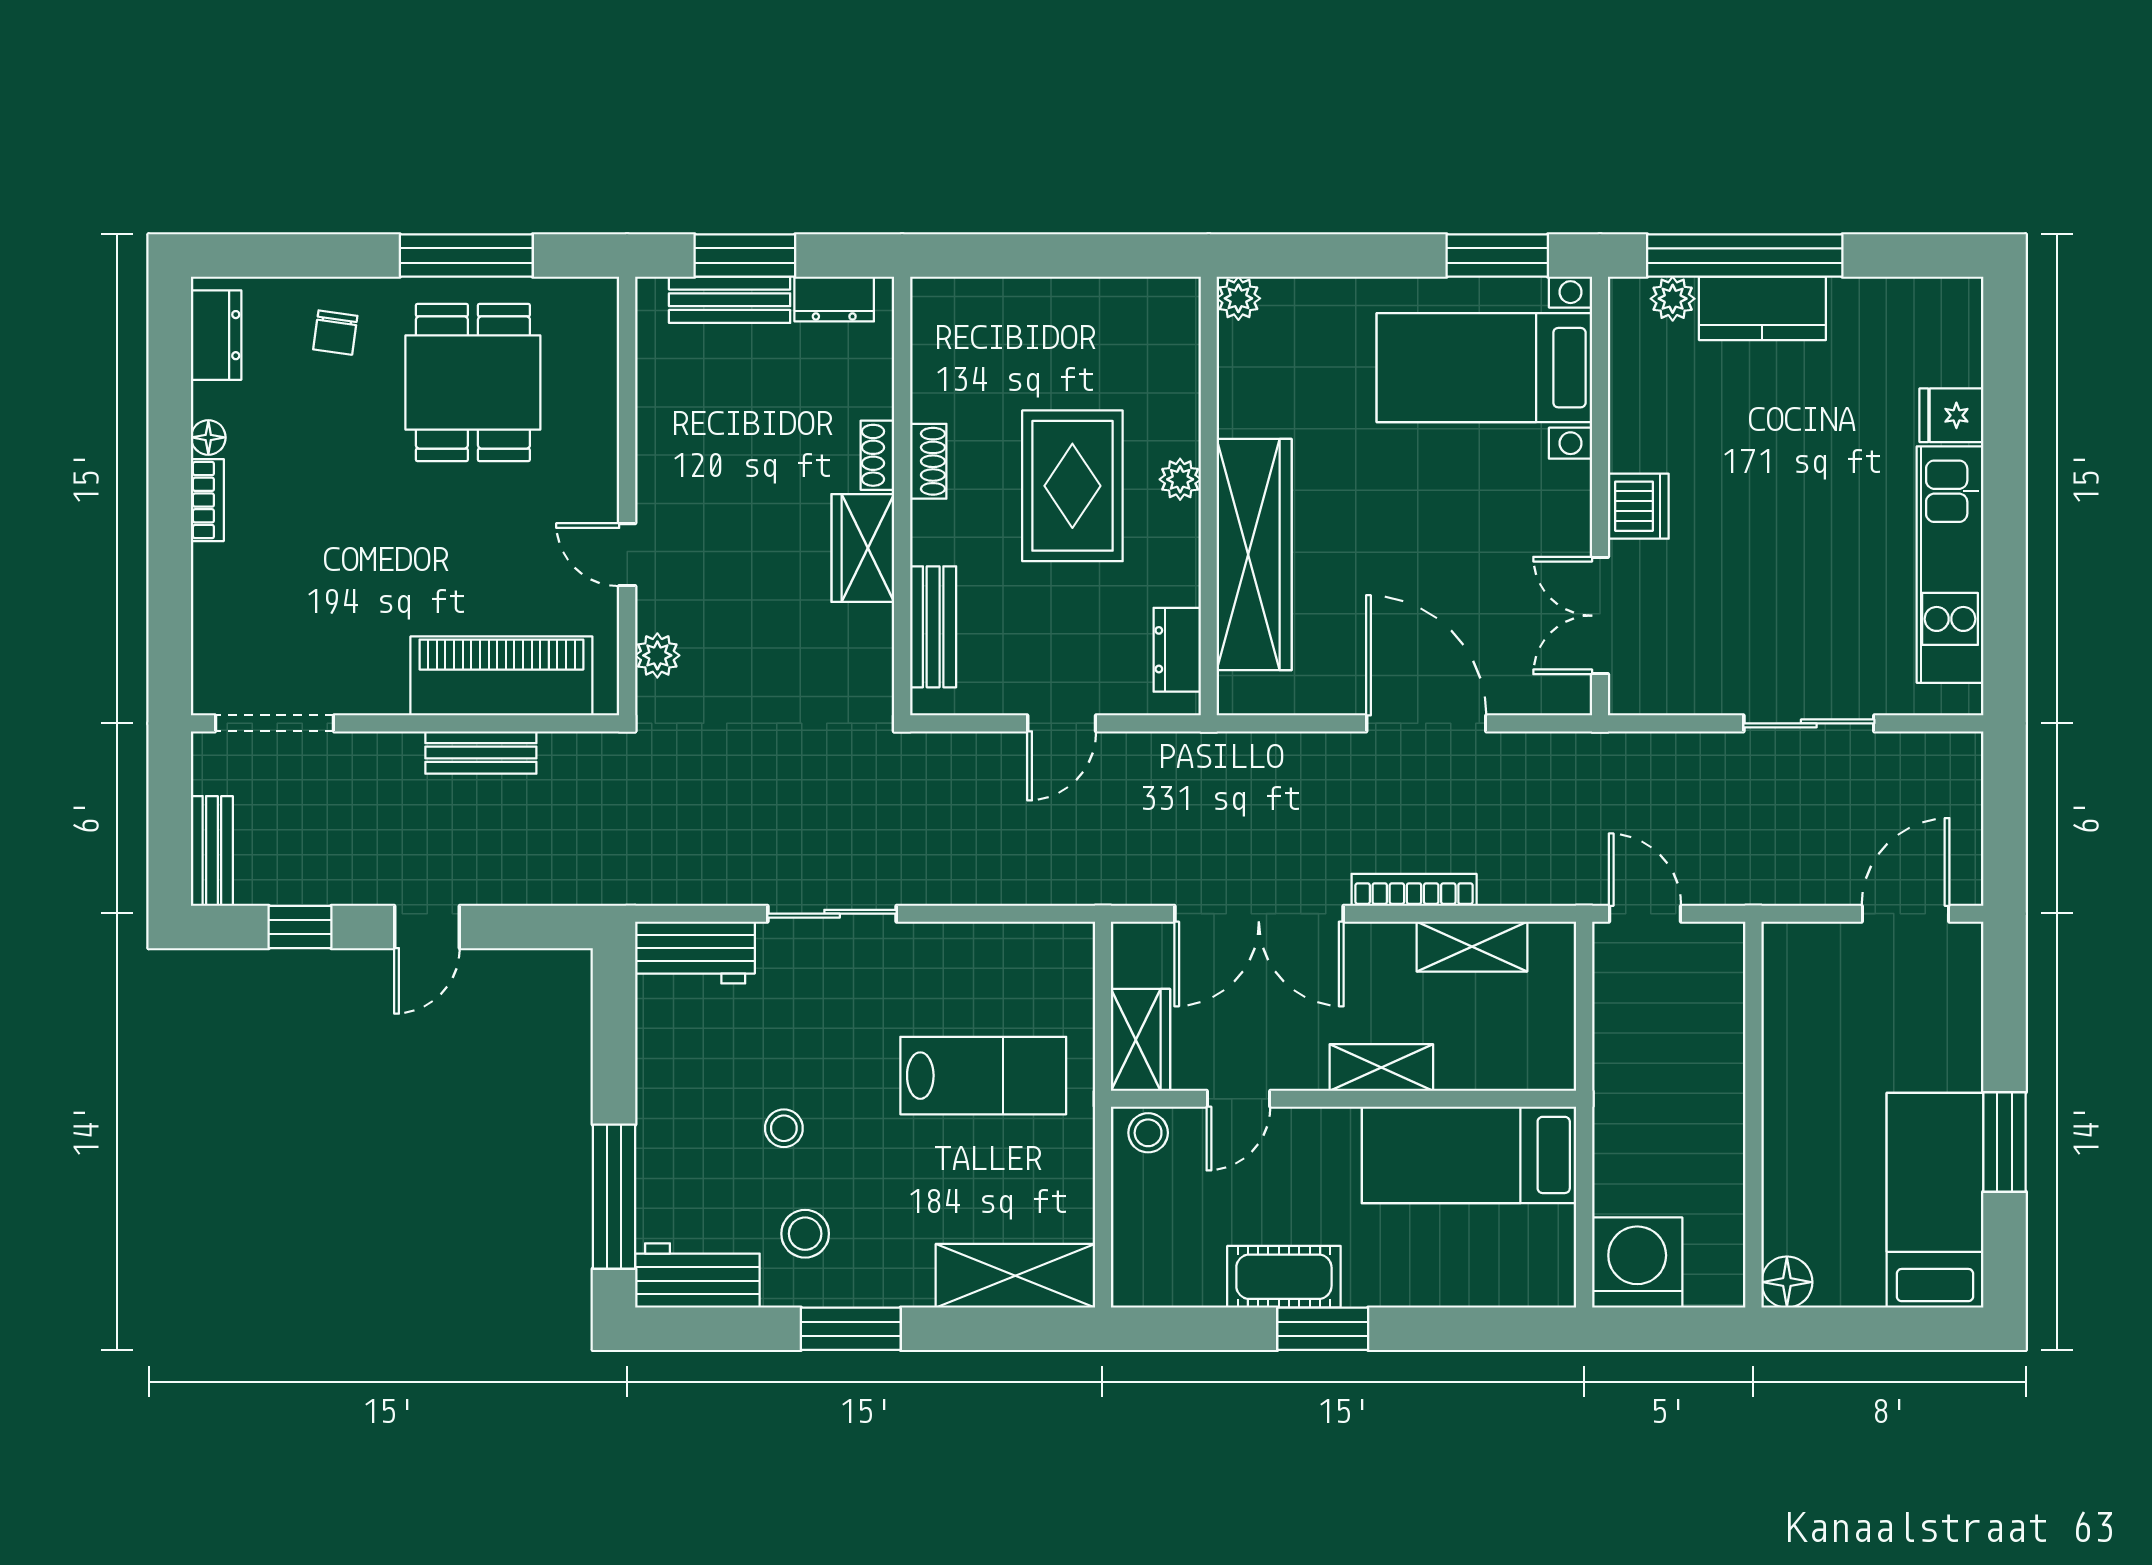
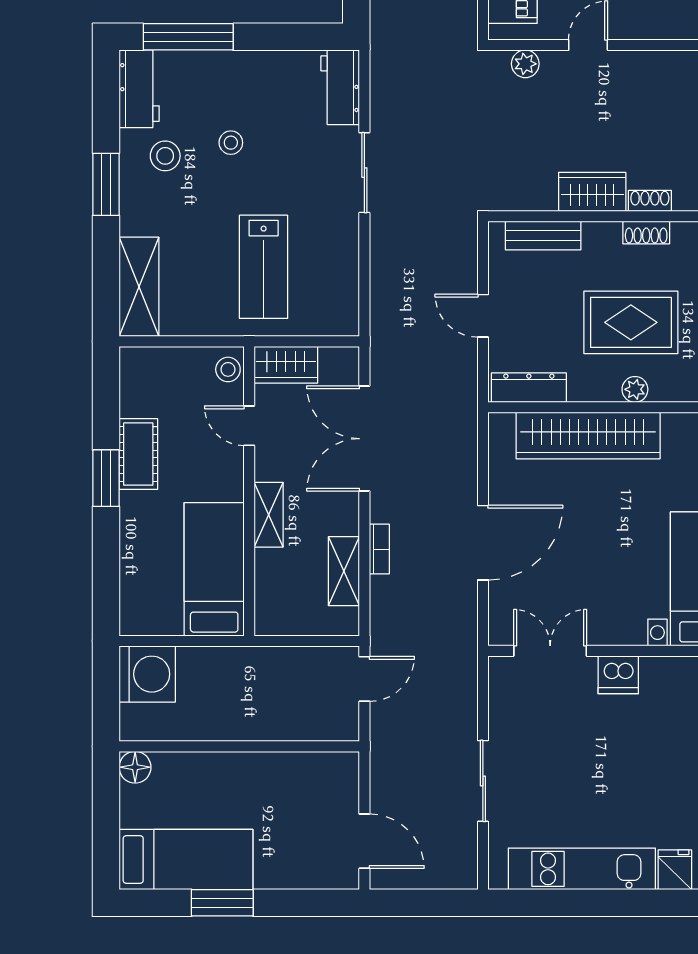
dresser: (1177, 650) -> (529, 388), width x1.44
bookcase: (1414, 890) -> (379, 549), width x0.64

